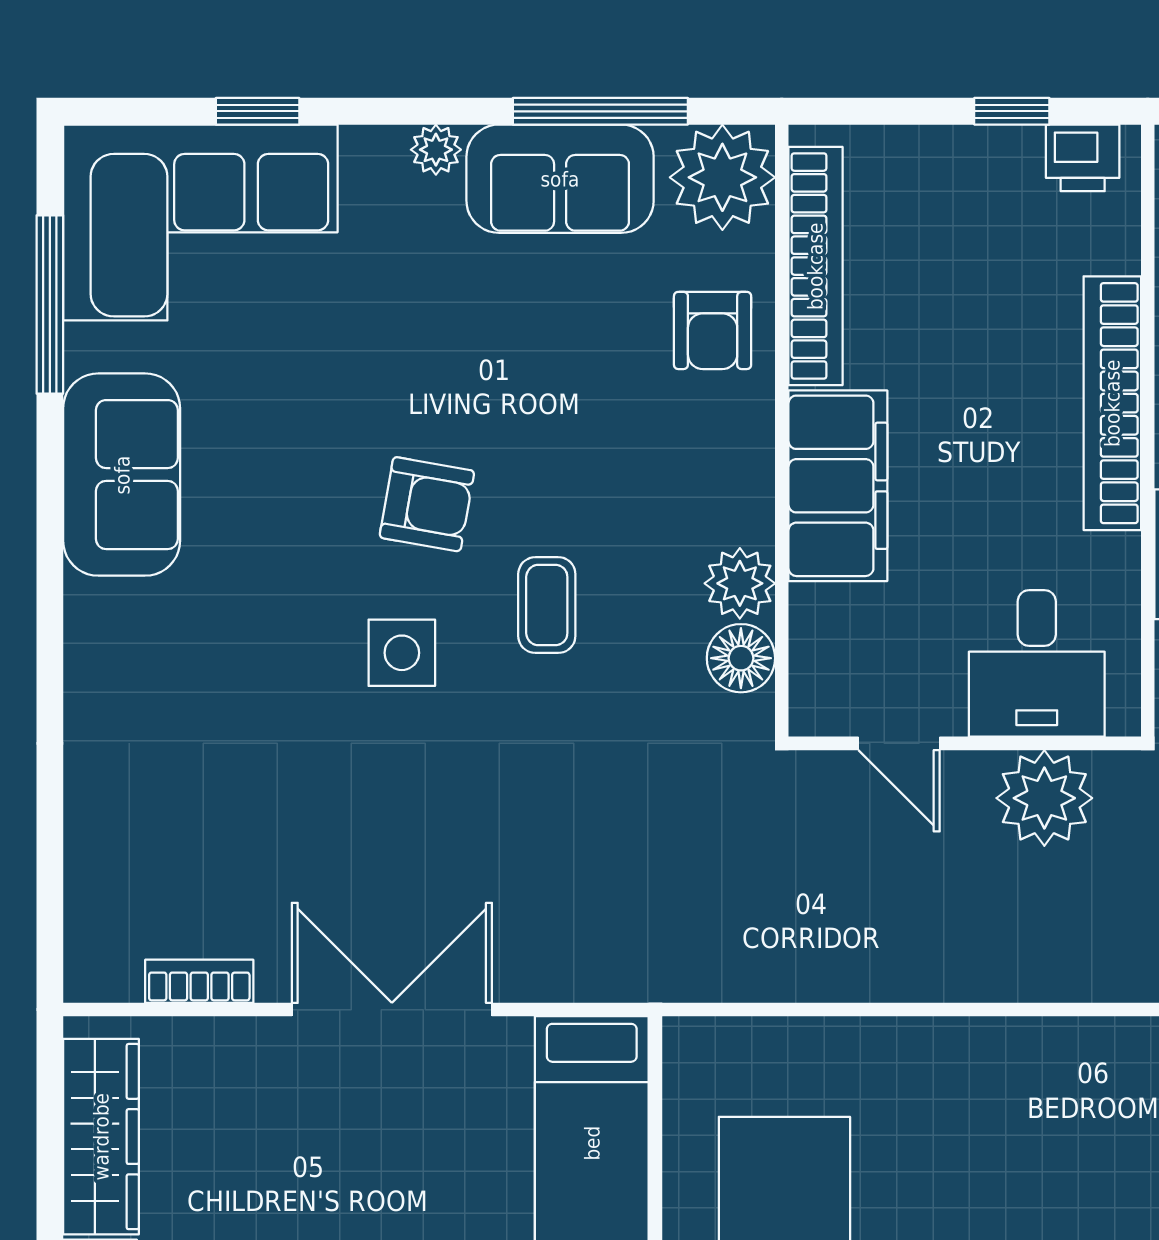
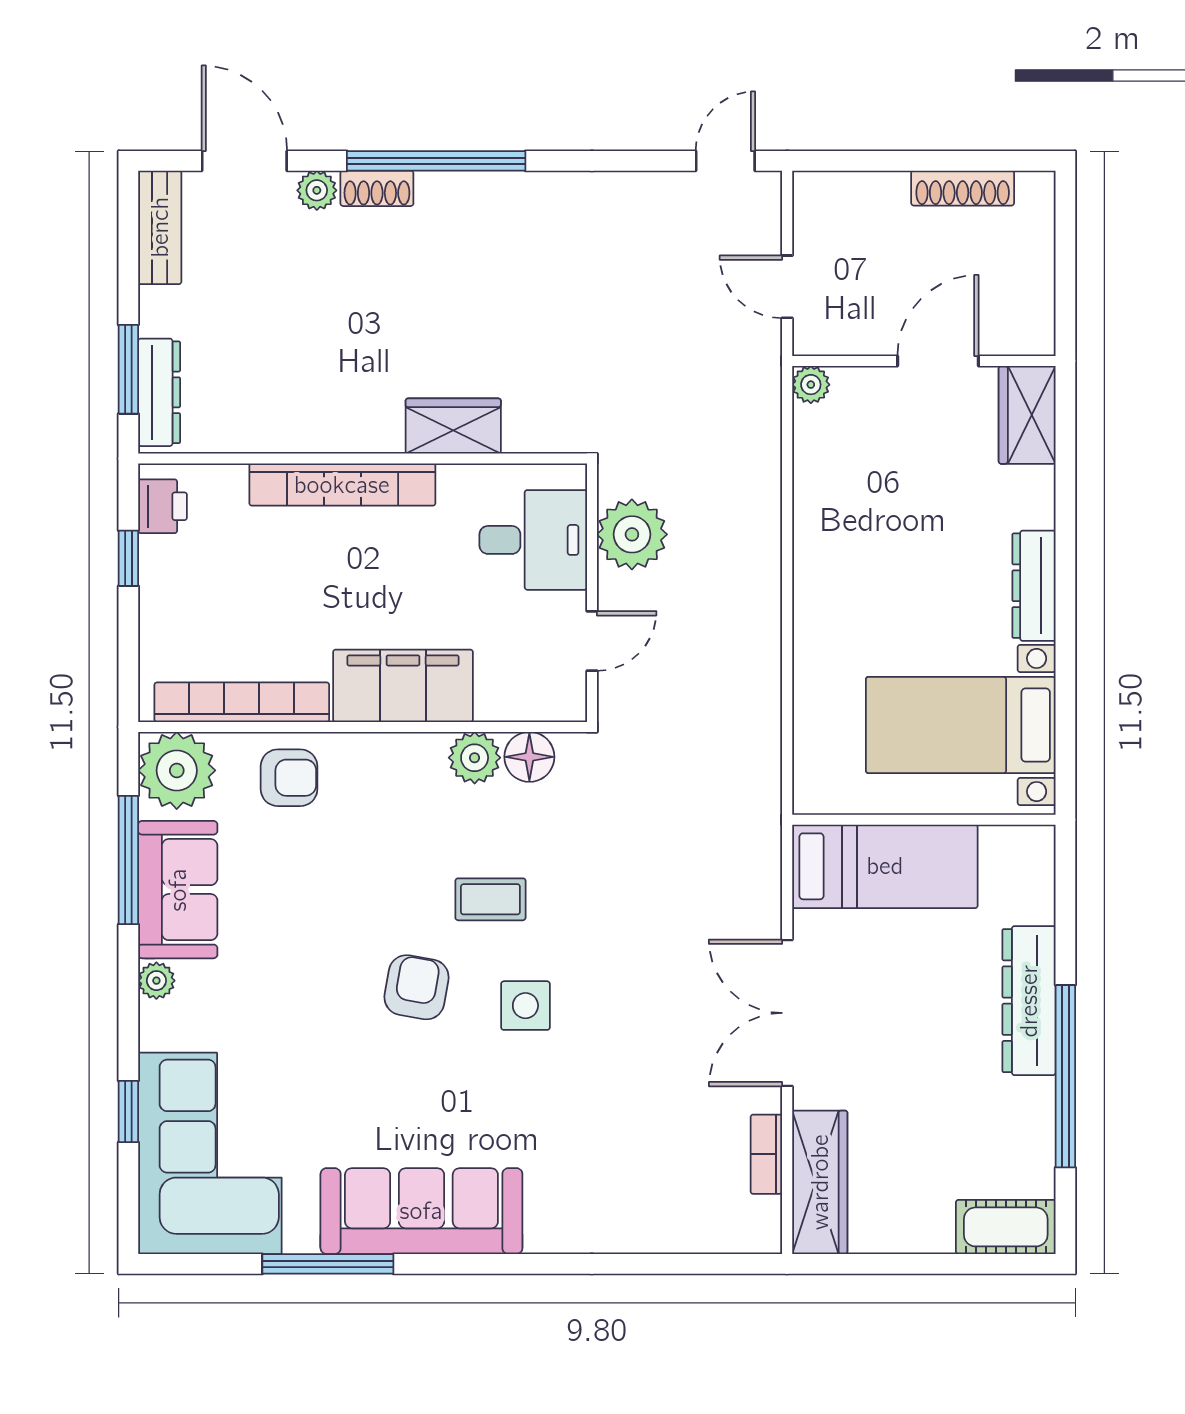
window: (50, 304) -> (328, 1264), moved
sofa: (122, 475) -> (421, 1211), width x1.36
wardrobe: (101, 1137) -> (820, 1182), moved, turned 90

